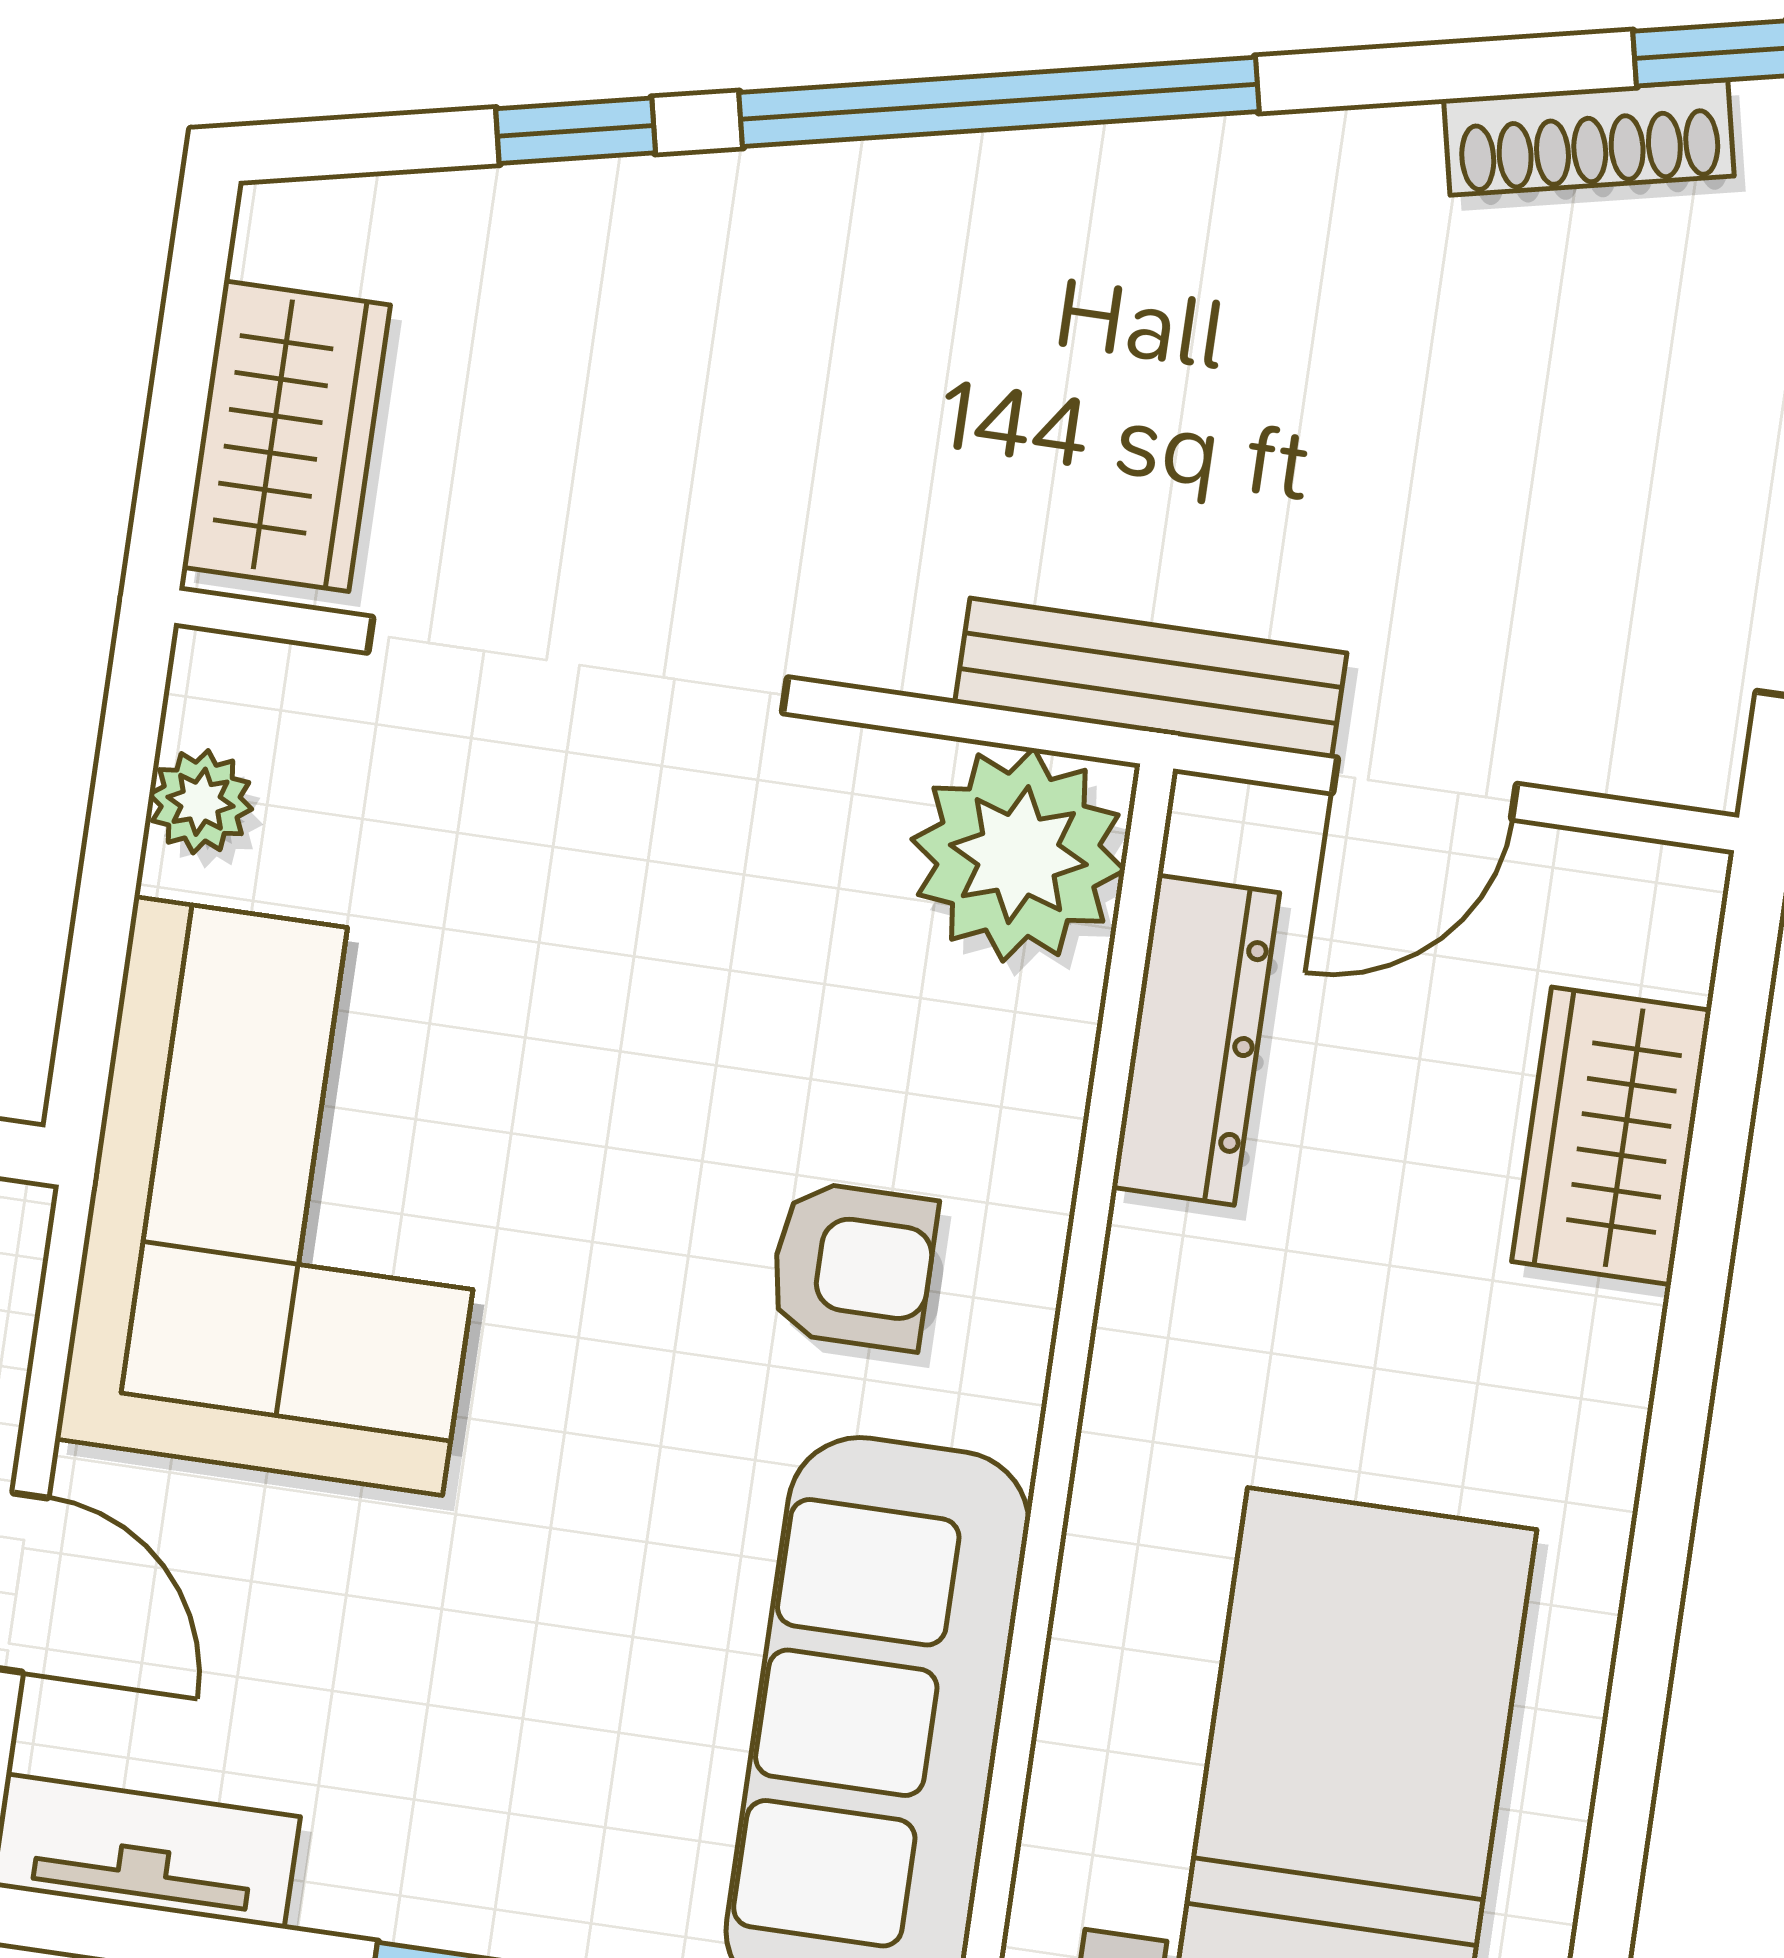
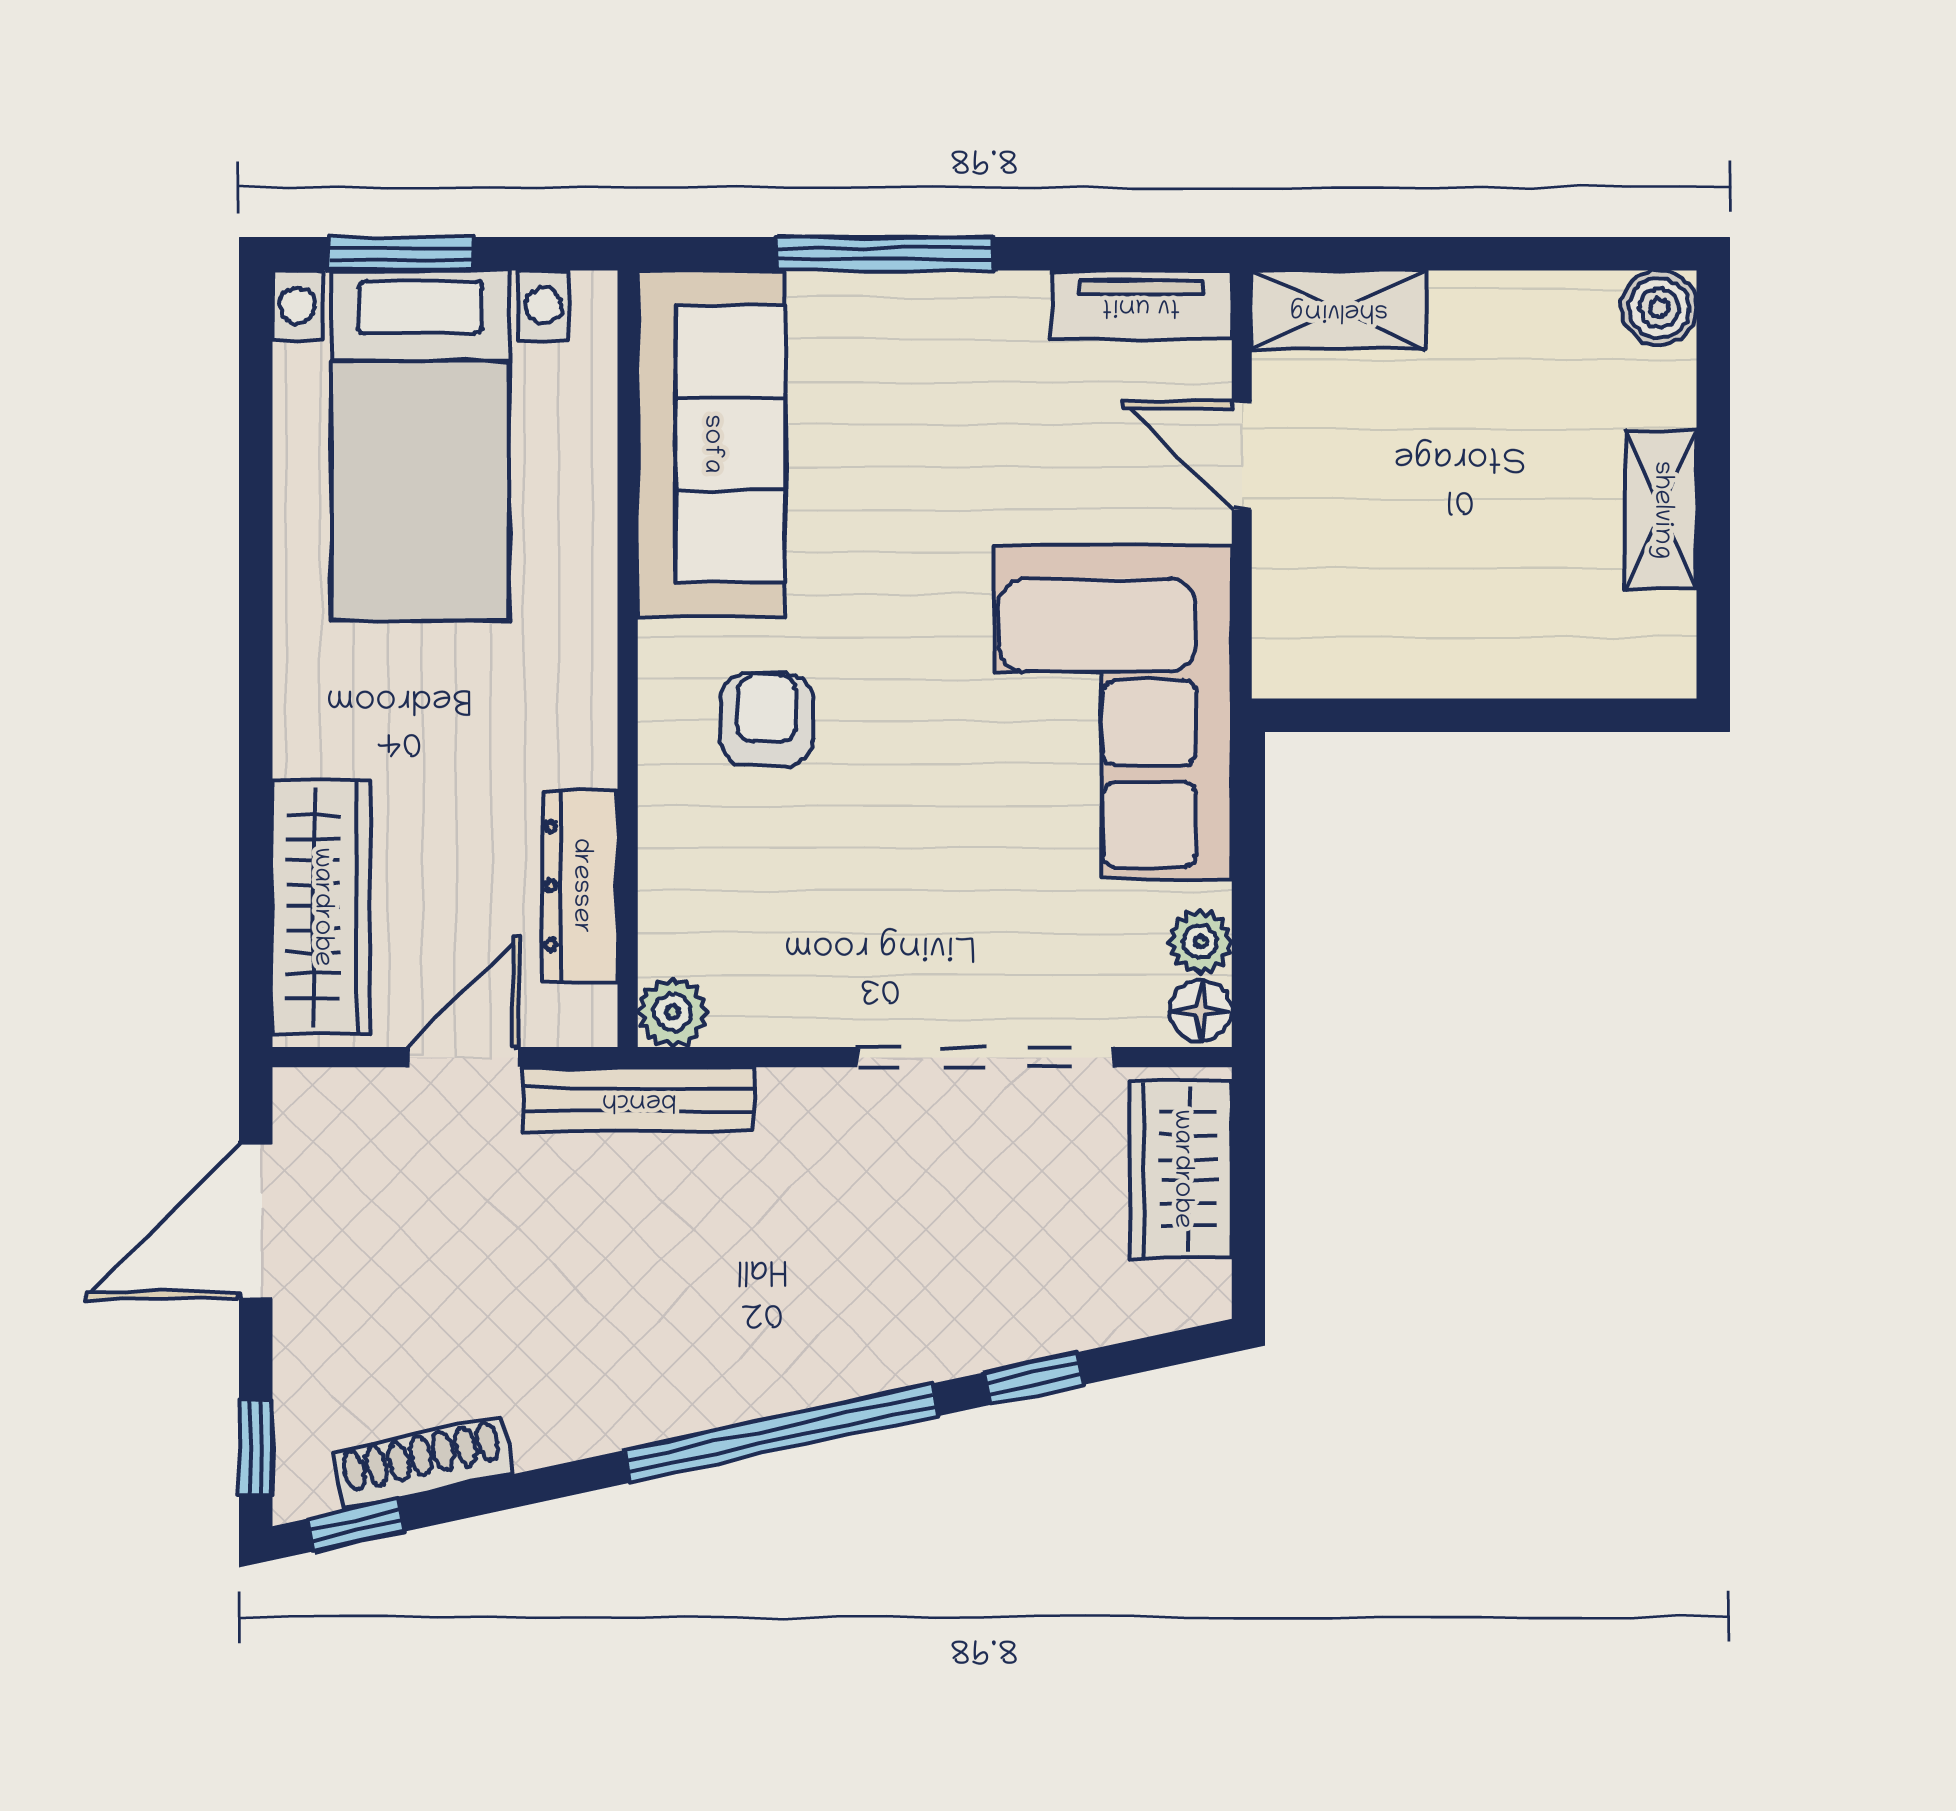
floor lamp: (216, 689) -> (1201, 1011), added
plant: (1018, 855) -> (672, 1012), width x0.53, depth x0.53
wardrobe: (1611, 1136) -> (321, 907), width x1.50
armchair: (853, 1266) -> (767, 720), turned 90

